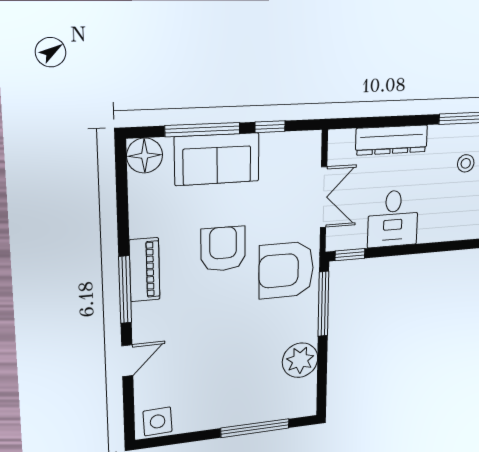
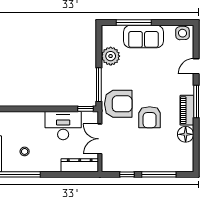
dresser: (392, 140) -> (80, 165), moved
floor lamp: (145, 156) -> (186, 134), moved
sofa: (217, 159) -> (143, 36), moved, turned 180
desk: (393, 219) -> (63, 126), width x1.37

